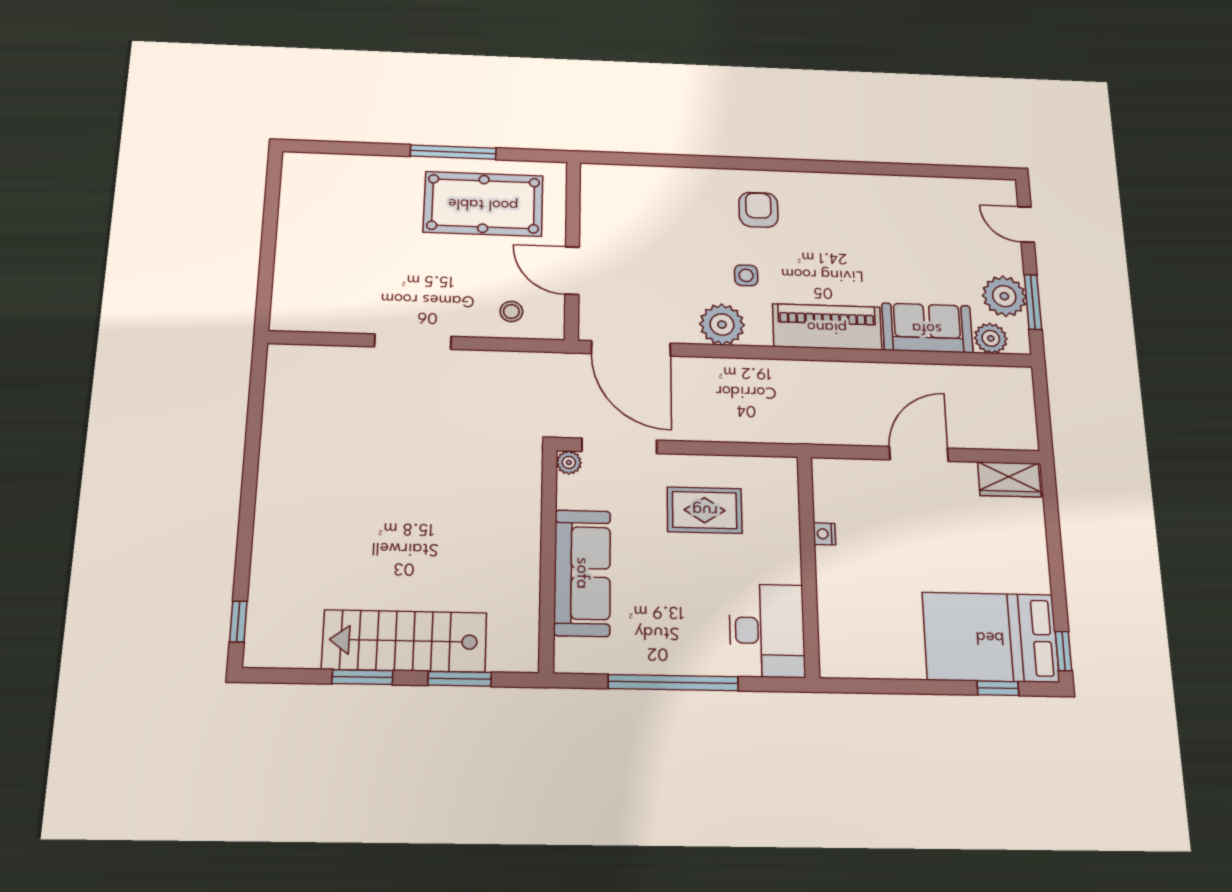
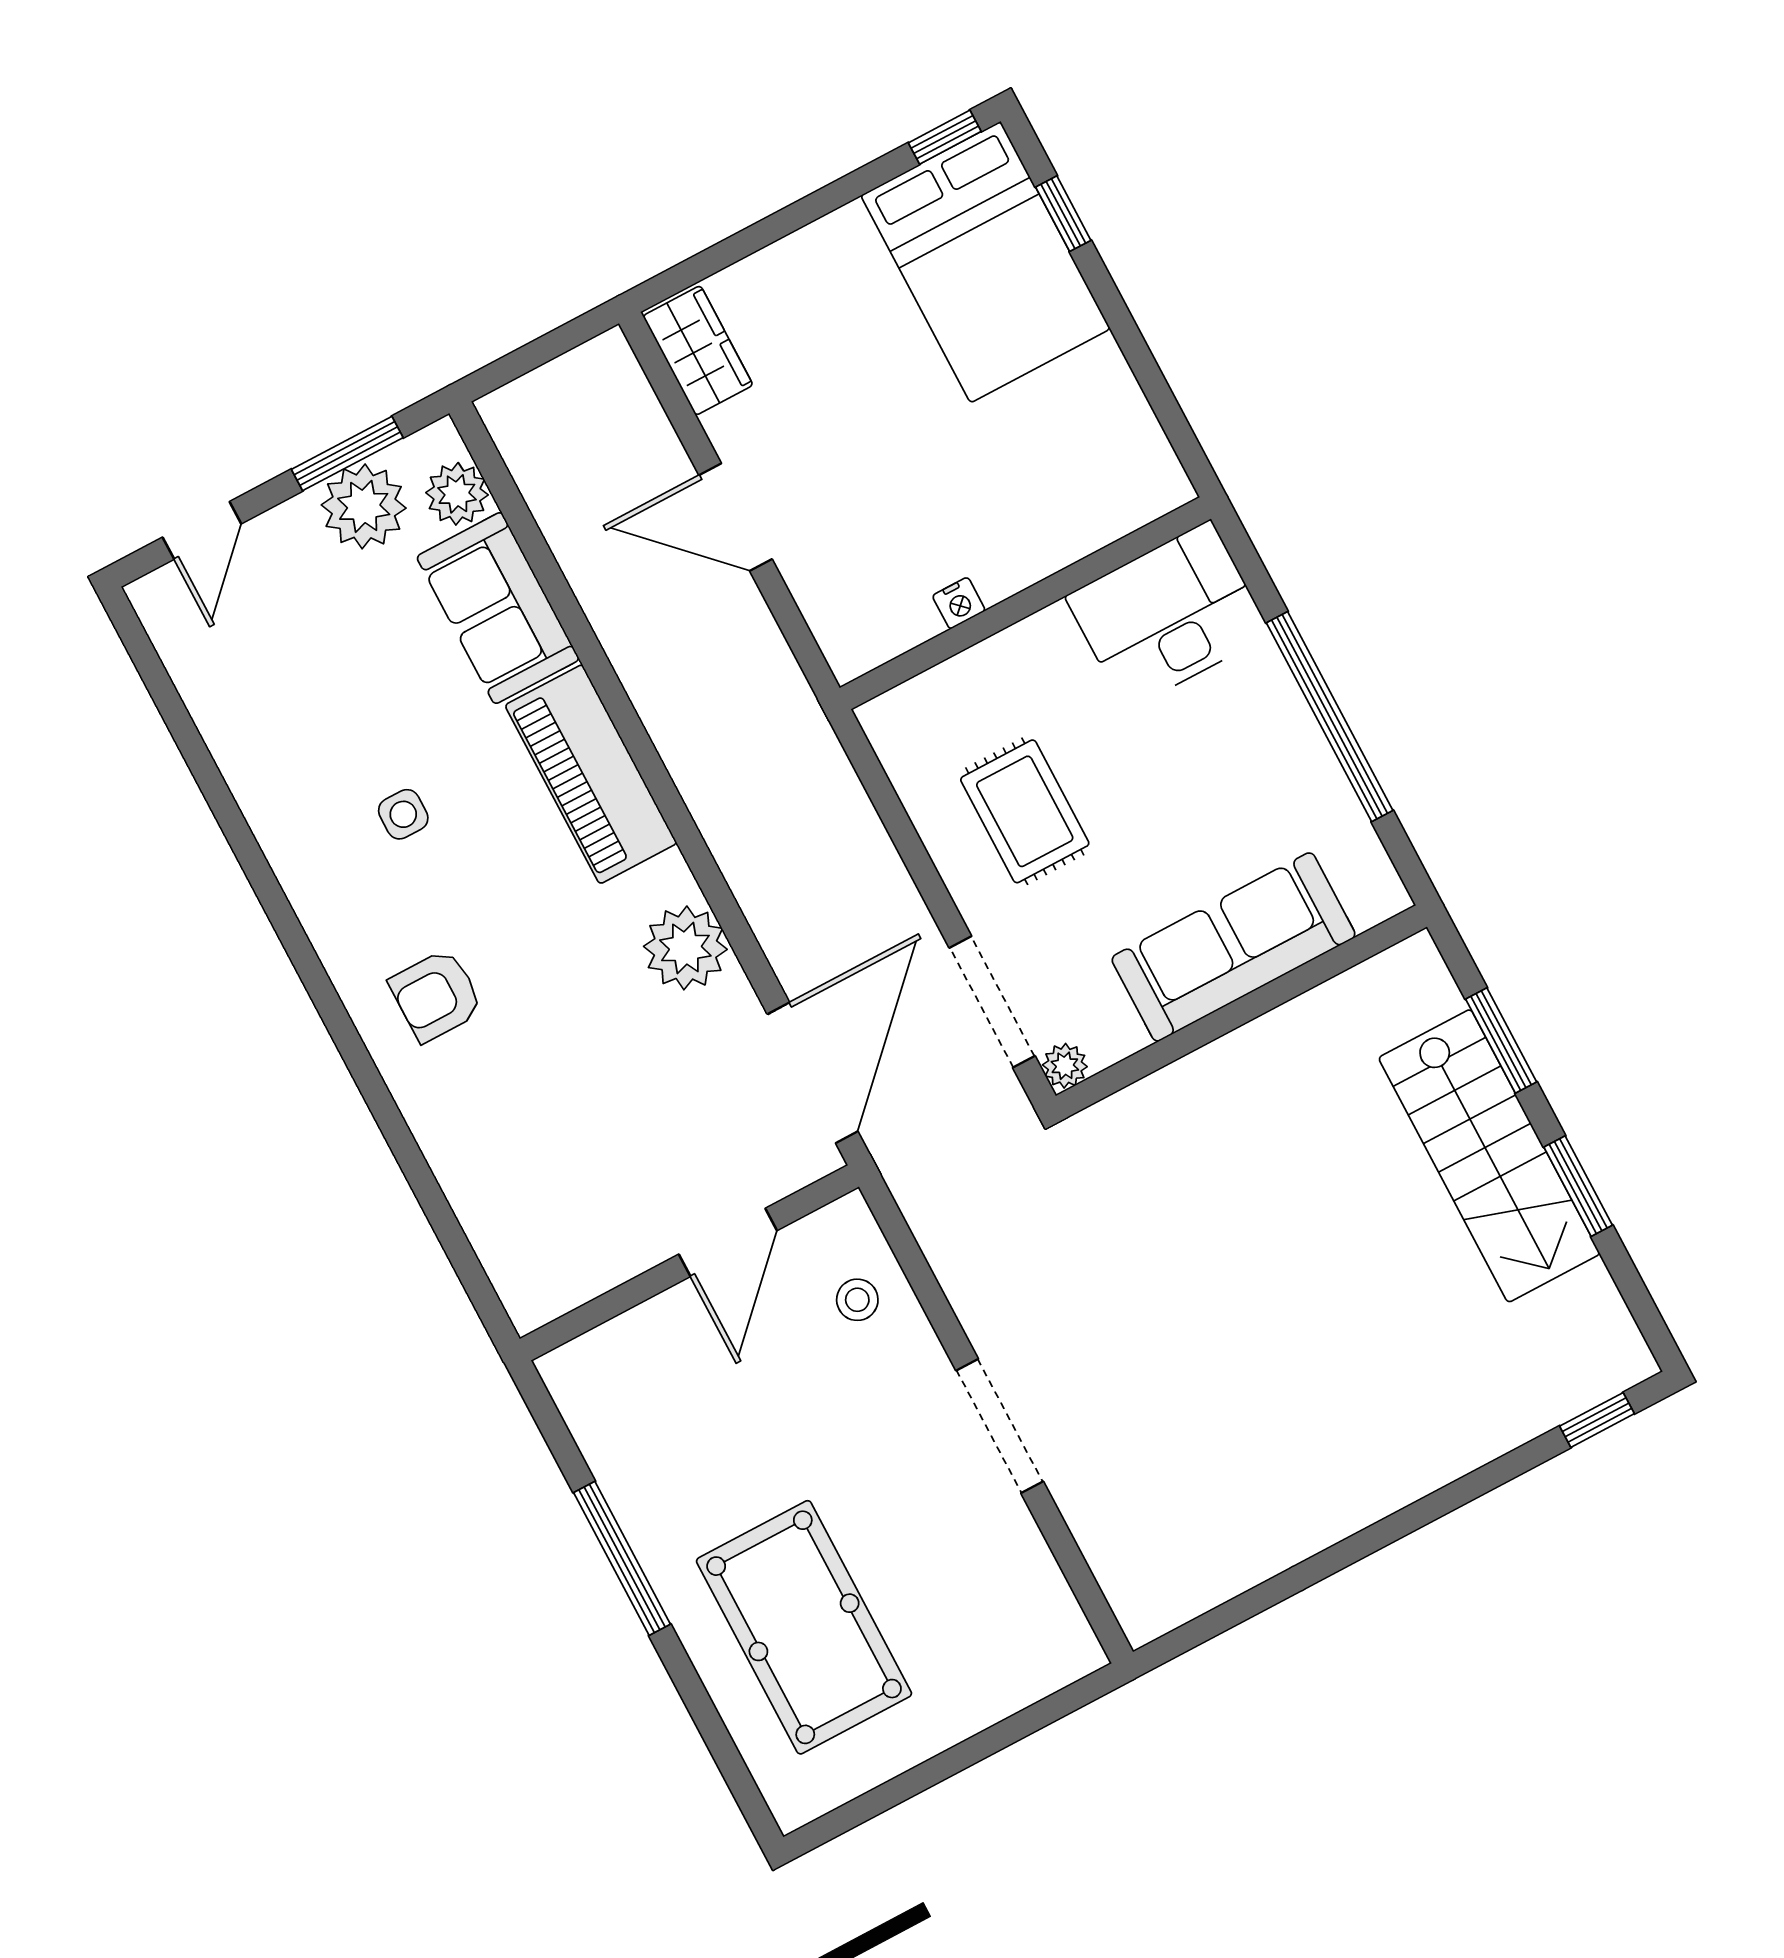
pool table: (483, 204) -> (804, 1627), moved
side table: (746, 275) -> (403, 814), moved

